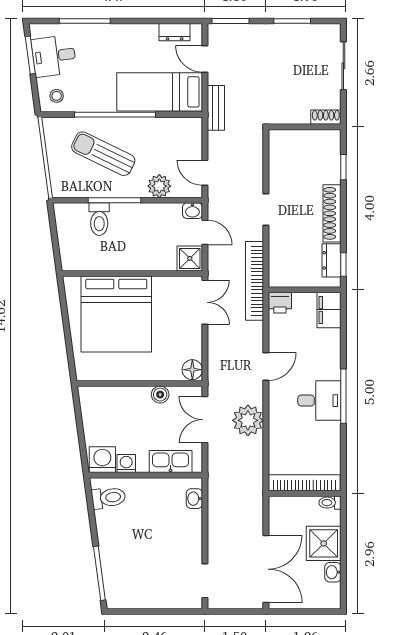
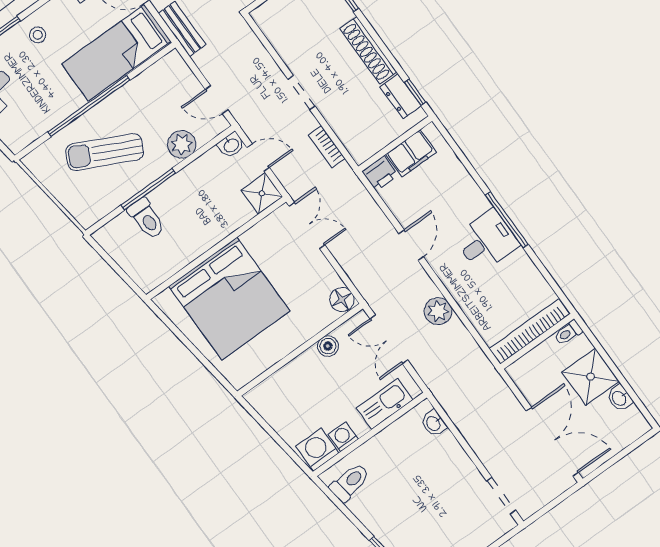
stool: (57, 96) -> (38, 35), moved
bookcase: (255, 281) -> (327, 147), width x0.43, depth x0.76
filing cabinet: (329, 310) -> (411, 153), moved, turned -90
plant: (248, 420) -> (438, 311), width x0.73, depth x0.73

